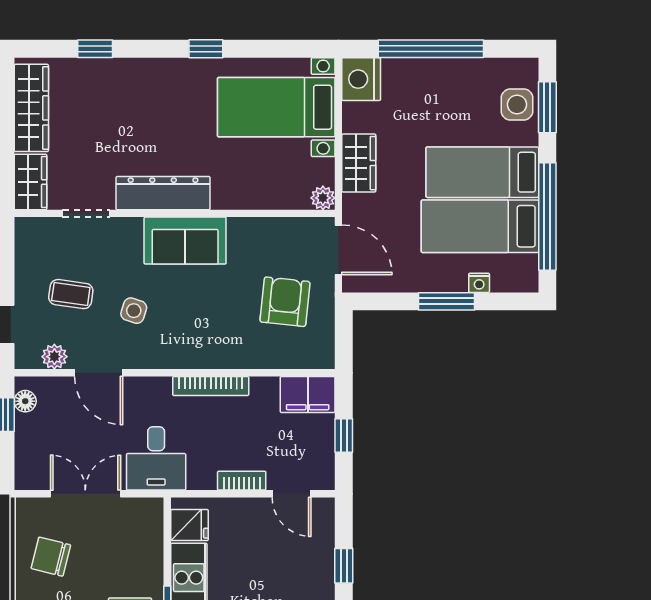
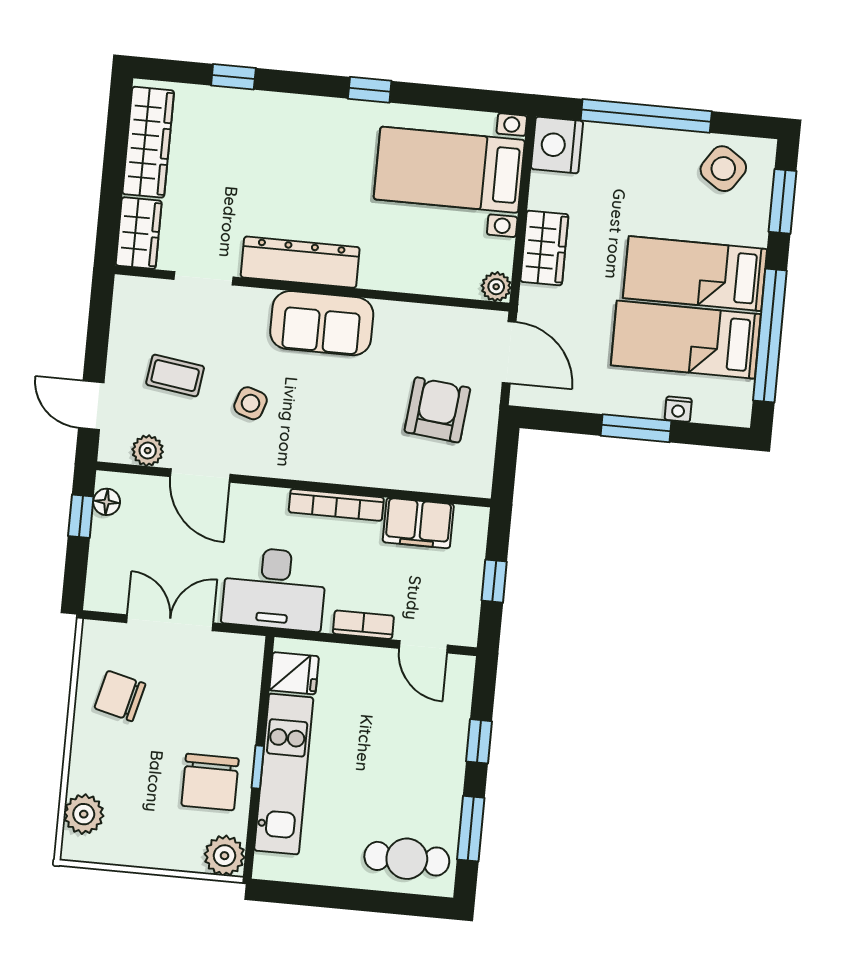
side table: (517, 105) -> (723, 169), moved, turned 34
filing cabinet: (308, 394) -> (418, 523), moved
desk: (156, 458) -> (274, 589), width x1.37

